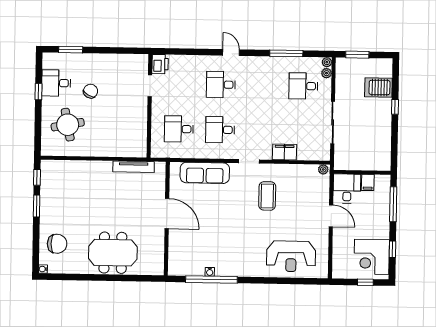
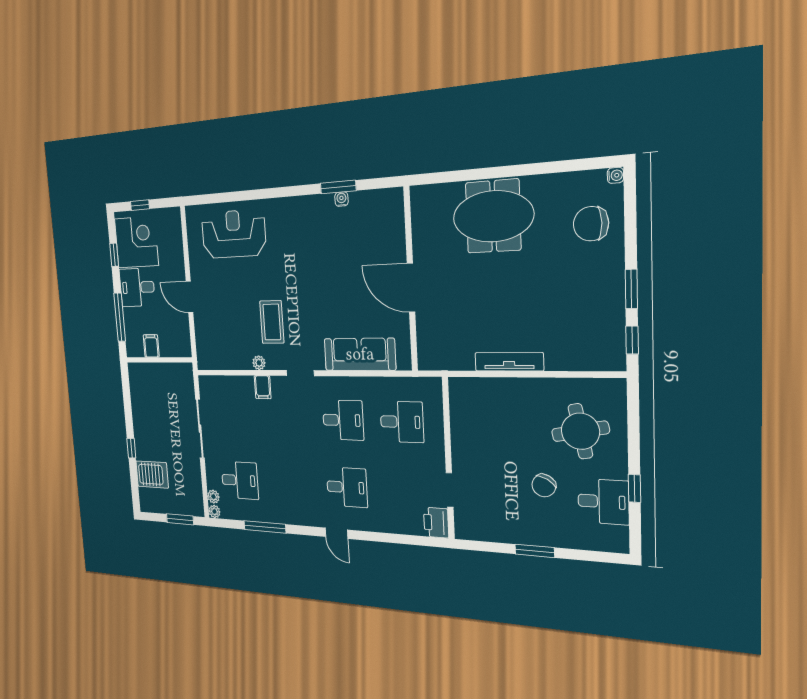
window: (71, 50) -> (535, 551), moved
filing cabinet: (284, 152) -> (263, 387), width x0.50
tv unit: (134, 167) -> (509, 362), moved
plant: (323, 169) -> (259, 363), moved
desk: (347, 189) -> (137, 287), moved, turned 90
window: (211, 279) -> (338, 187), width x0.47

